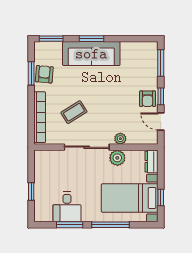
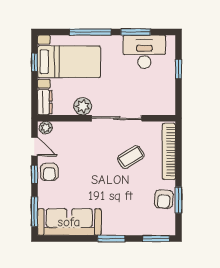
sofa: (91, 54) -> (69, 222), moved
armchair: (148, 99) -> (49, 172), turned 180
plant: (120, 139) -> (46, 128), moved
desk: (67, 207) -> (144, 52), width x1.37

